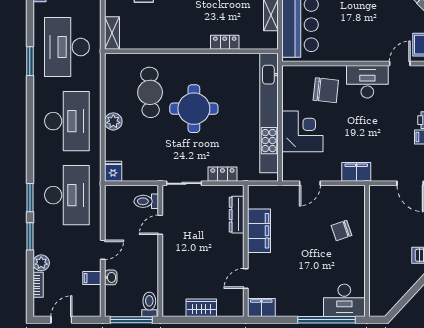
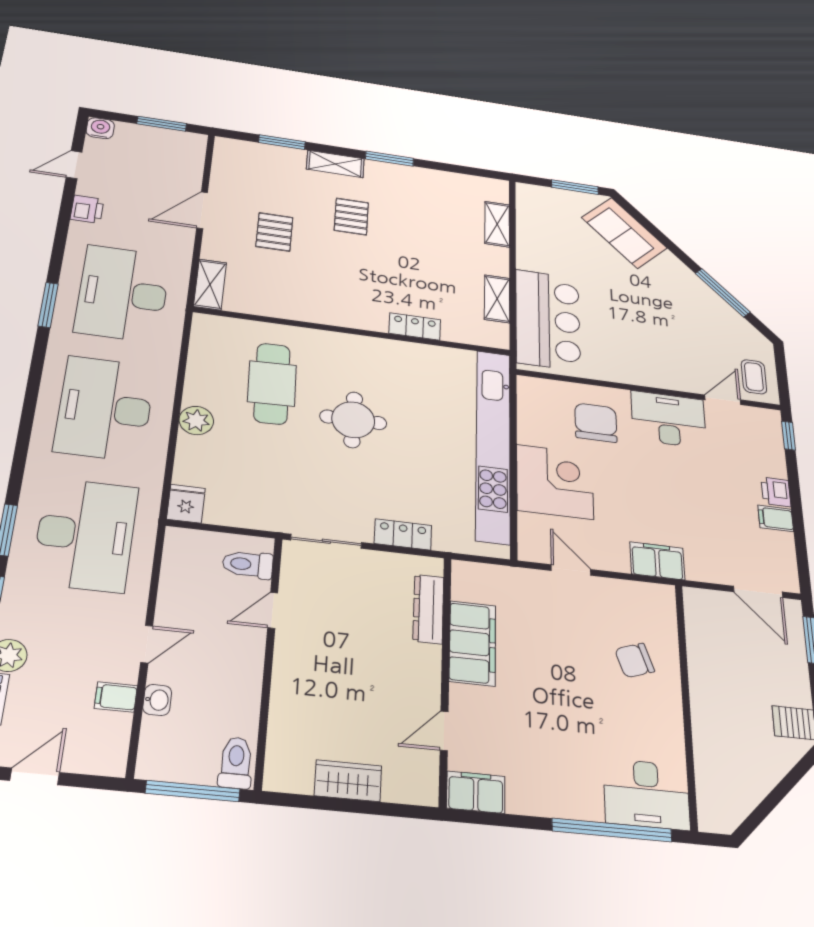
chair: (326, 90) -> (596, 423), turned -96
round table: (194, 109) -> (353, 420), width x0.73, depth x0.73
desk: (67, 121) -> (105, 408), turned 180
door: (310, 183) -> (571, 570), swing flipped

